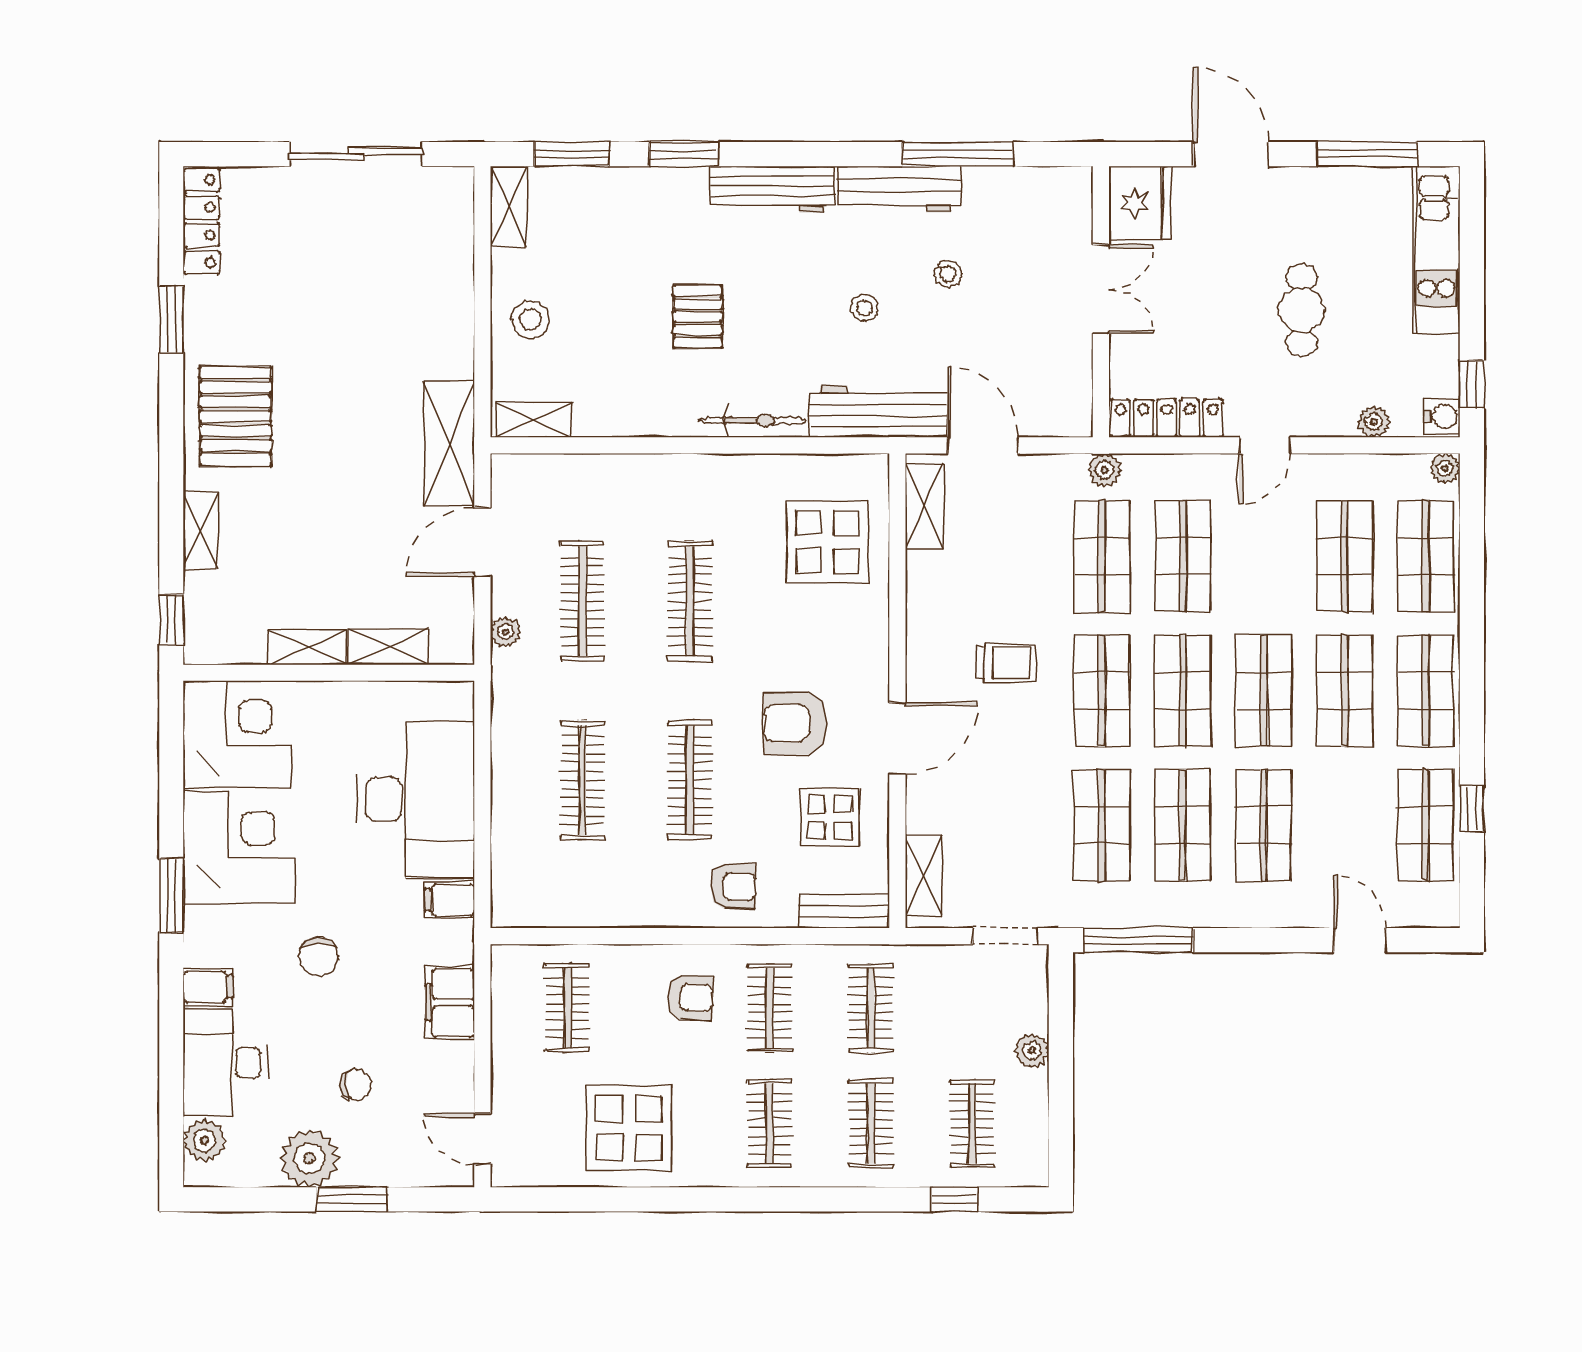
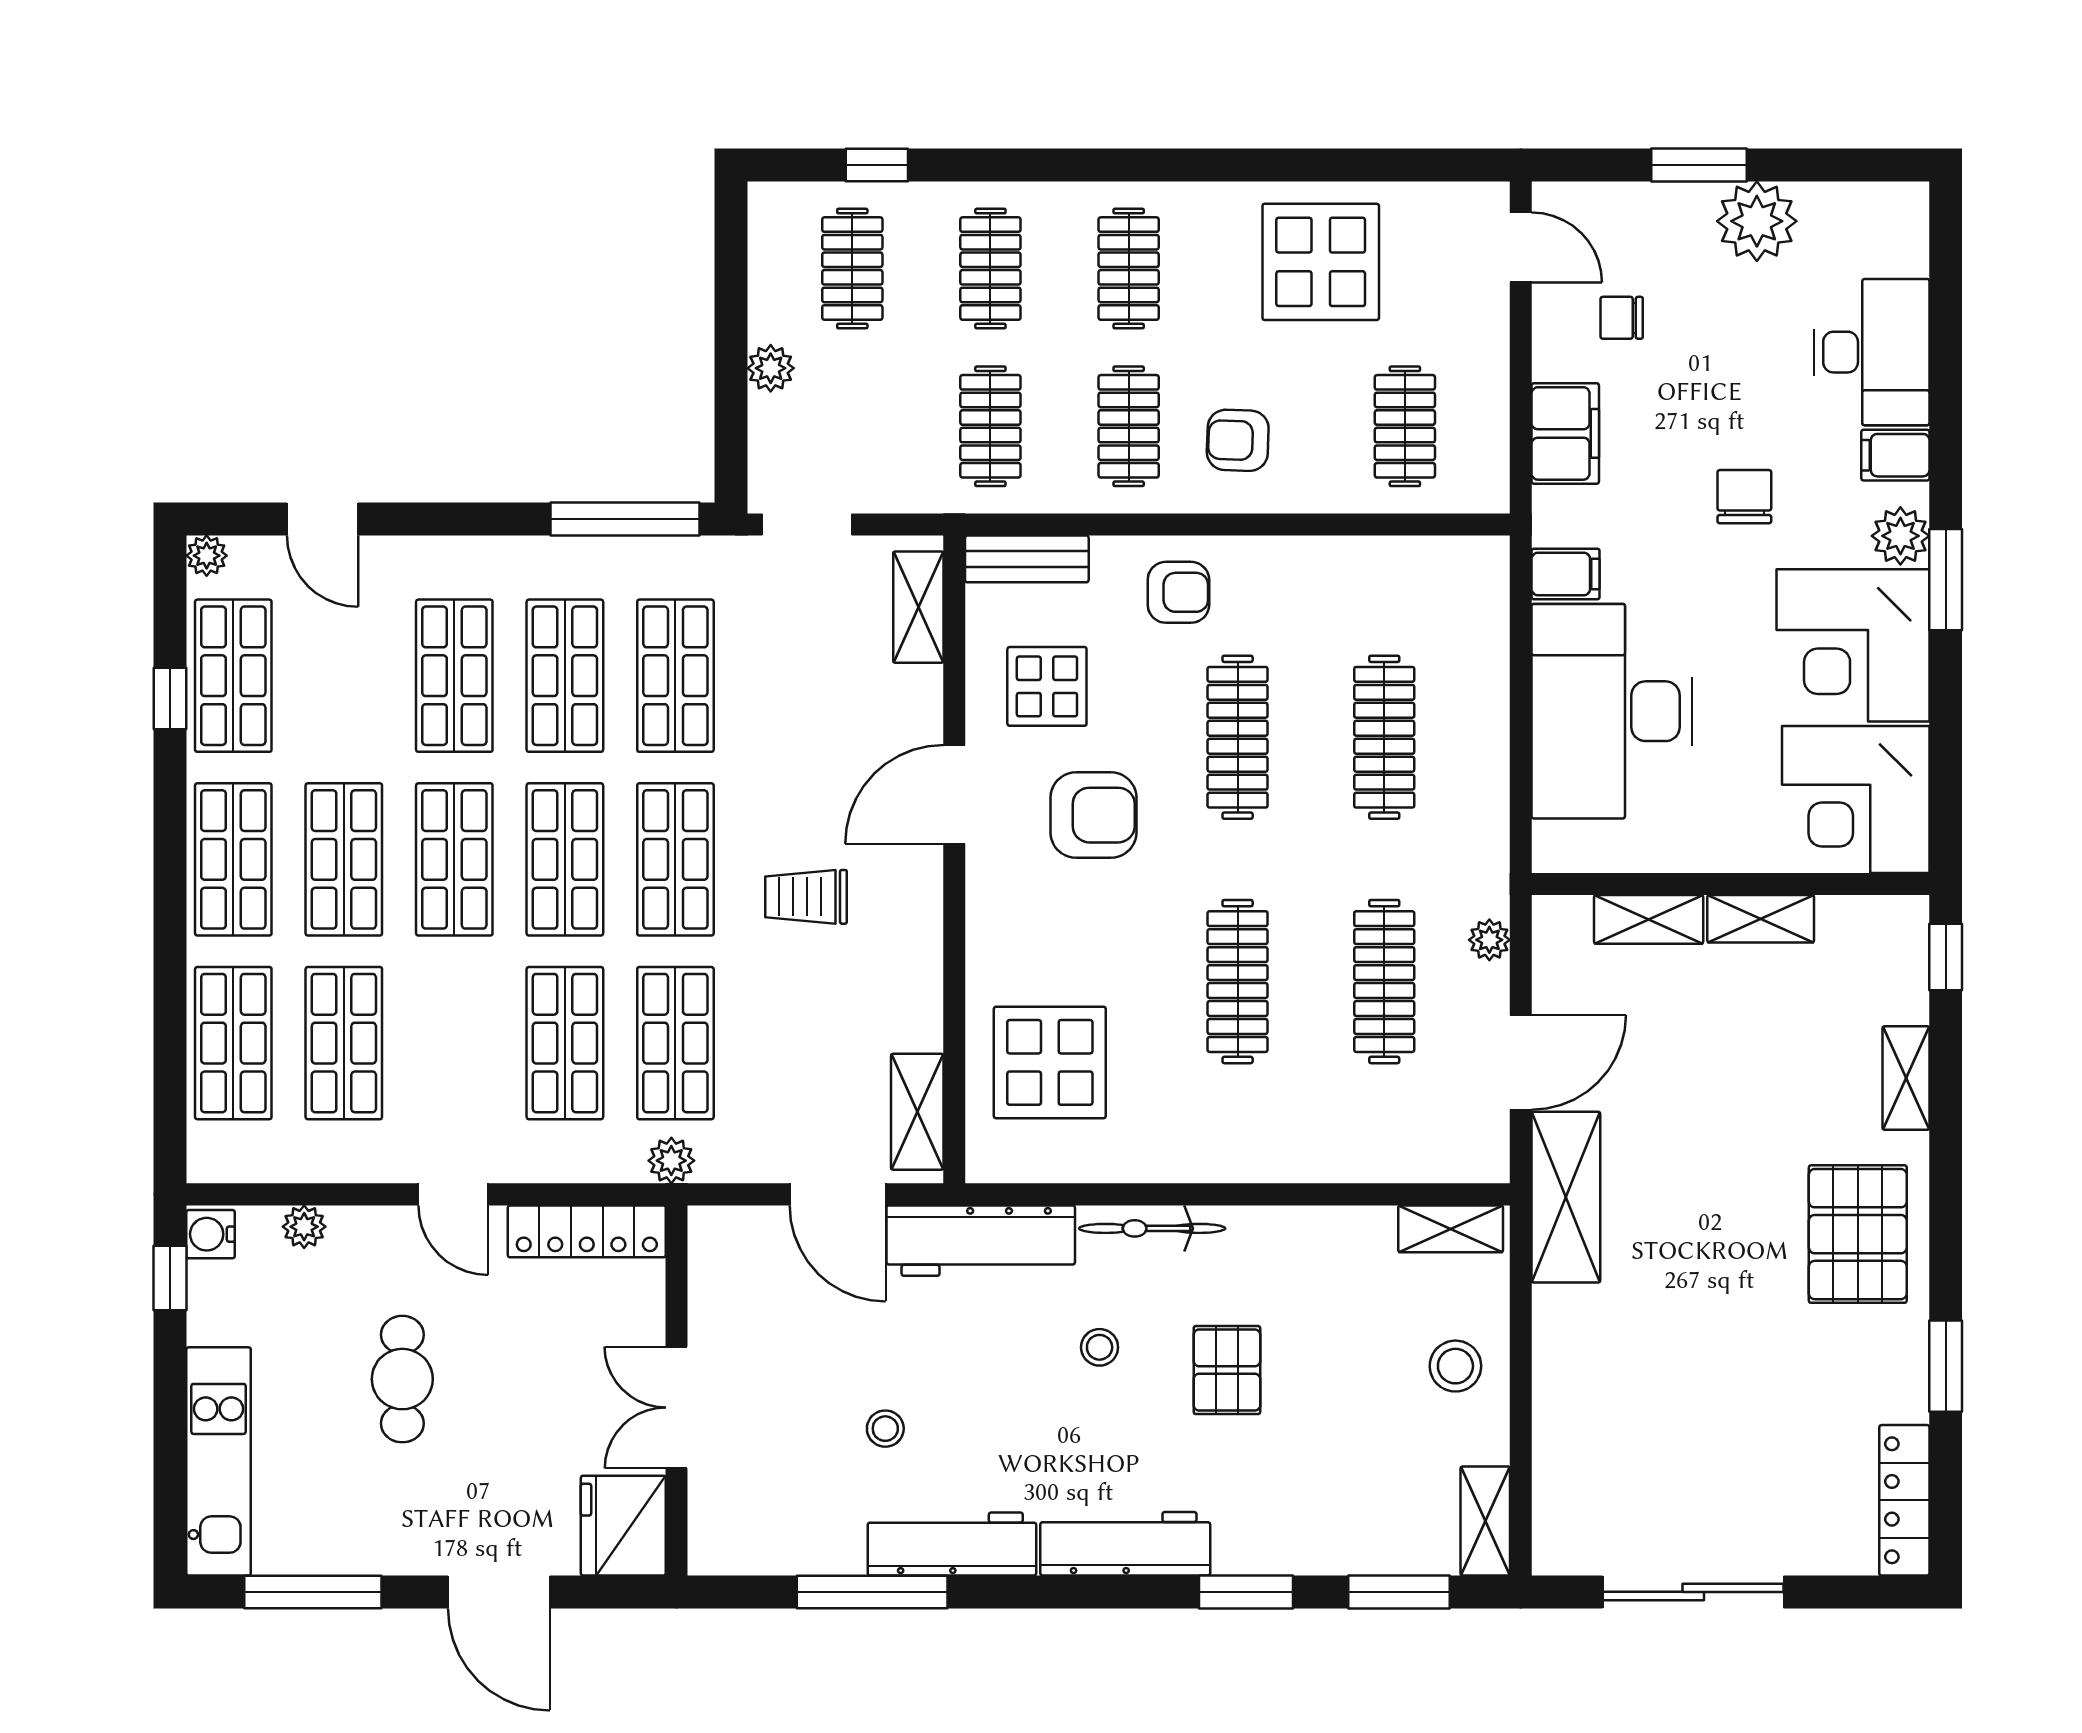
stool: (864, 308) -> (1100, 1347), moved
door: (1265, 445) -> (453, 1194), swing flipped
plant: (1445, 468) -> (207, 556), moved
armchair: (733, 886) -> (1178, 592), turned 180
chair: (356, 1085) -> (1622, 318), moved
plant: (204, 1140) -> (1900, 536), moved

